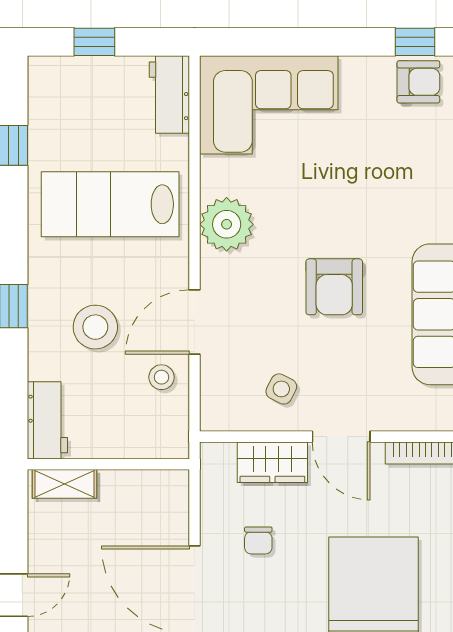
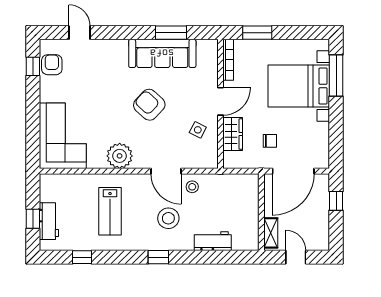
workbench: (169, 94) -> (49, 221), moved, turned -90
lab bench: (110, 204) -> (110, 211), width x0.73, depth x0.72
armchair: (334, 287) -> (149, 105), turned -137
wall: (108, 464) -> (261, 212), moved
shelving: (65, 484) -> (271, 233), moved

